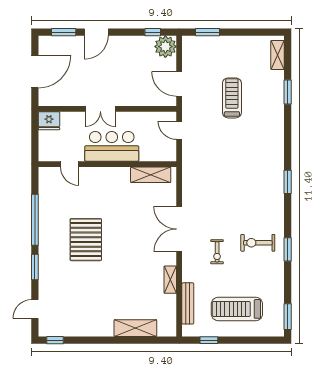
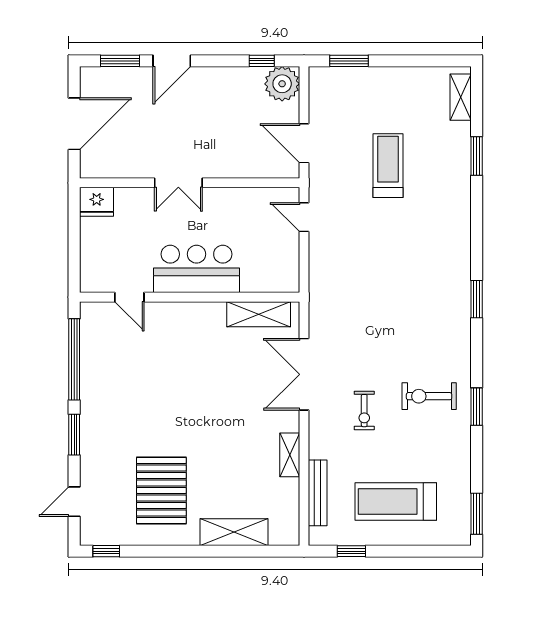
bar counter: (112, 146) -> (197, 269), moved
door: (70, 164) -> (129, 297), moved
wall: (107, 164) -> (190, 297), moved
shelving: (151, 175) -> (259, 314), moved
pallet: (86, 240) -> (161, 491), moved

